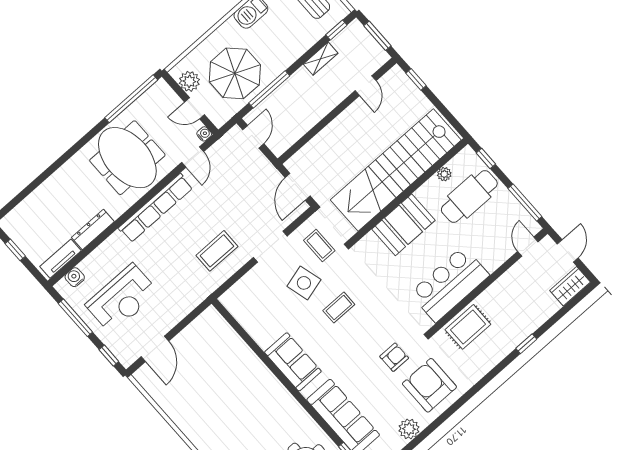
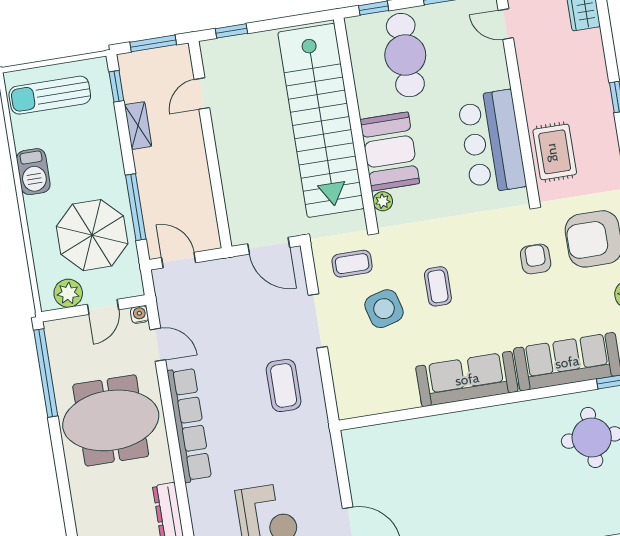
door: (366, 86) -> (202, 94), swing flipped
plant: (444, 174) -> (383, 201), moved
sofa: (293, 362) -> (467, 379), width x1.36

